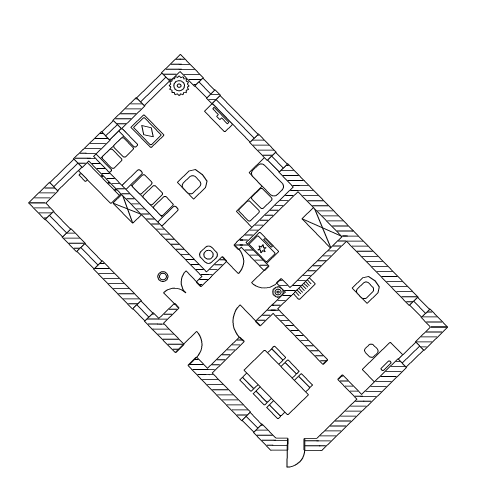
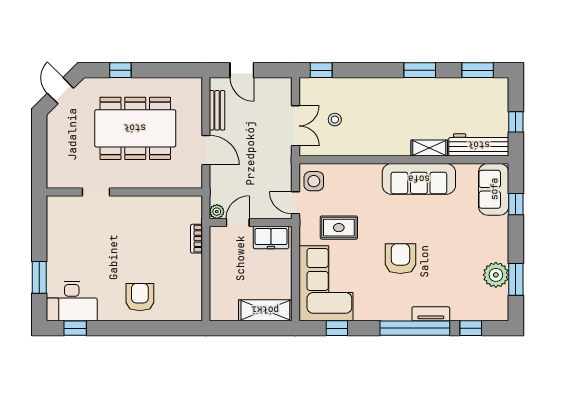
plant: (179, 86) -> (496, 275), moved
window: (153, 89) -> (516, 279), width x0.69
rug: (147, 131) -> (339, 228), moved
window: (66, 175) -> (516, 122), width x0.46
armchair: (194, 182) -> (400, 259), moved
shelving: (322, 228) -> (265, 310), moved
bench: (222, 347) -> (217, 110), added
desk: (378, 358) -> (72, 301), moved, turned -90

